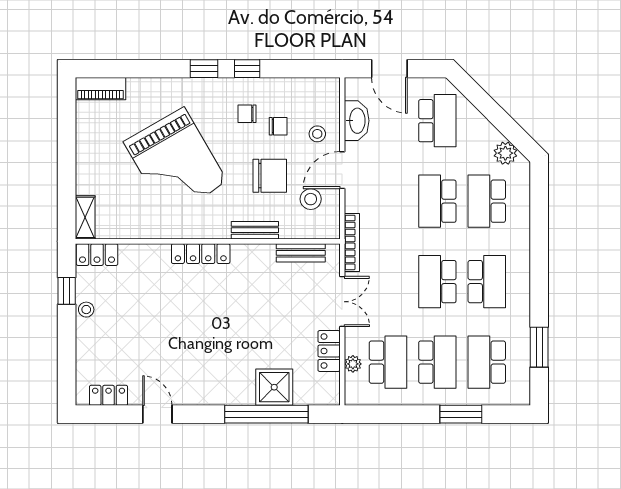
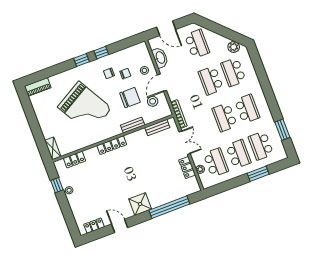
locker: (97, 255) -> (74, 160), moved
shower: (274, 387) -> (140, 204), moved

